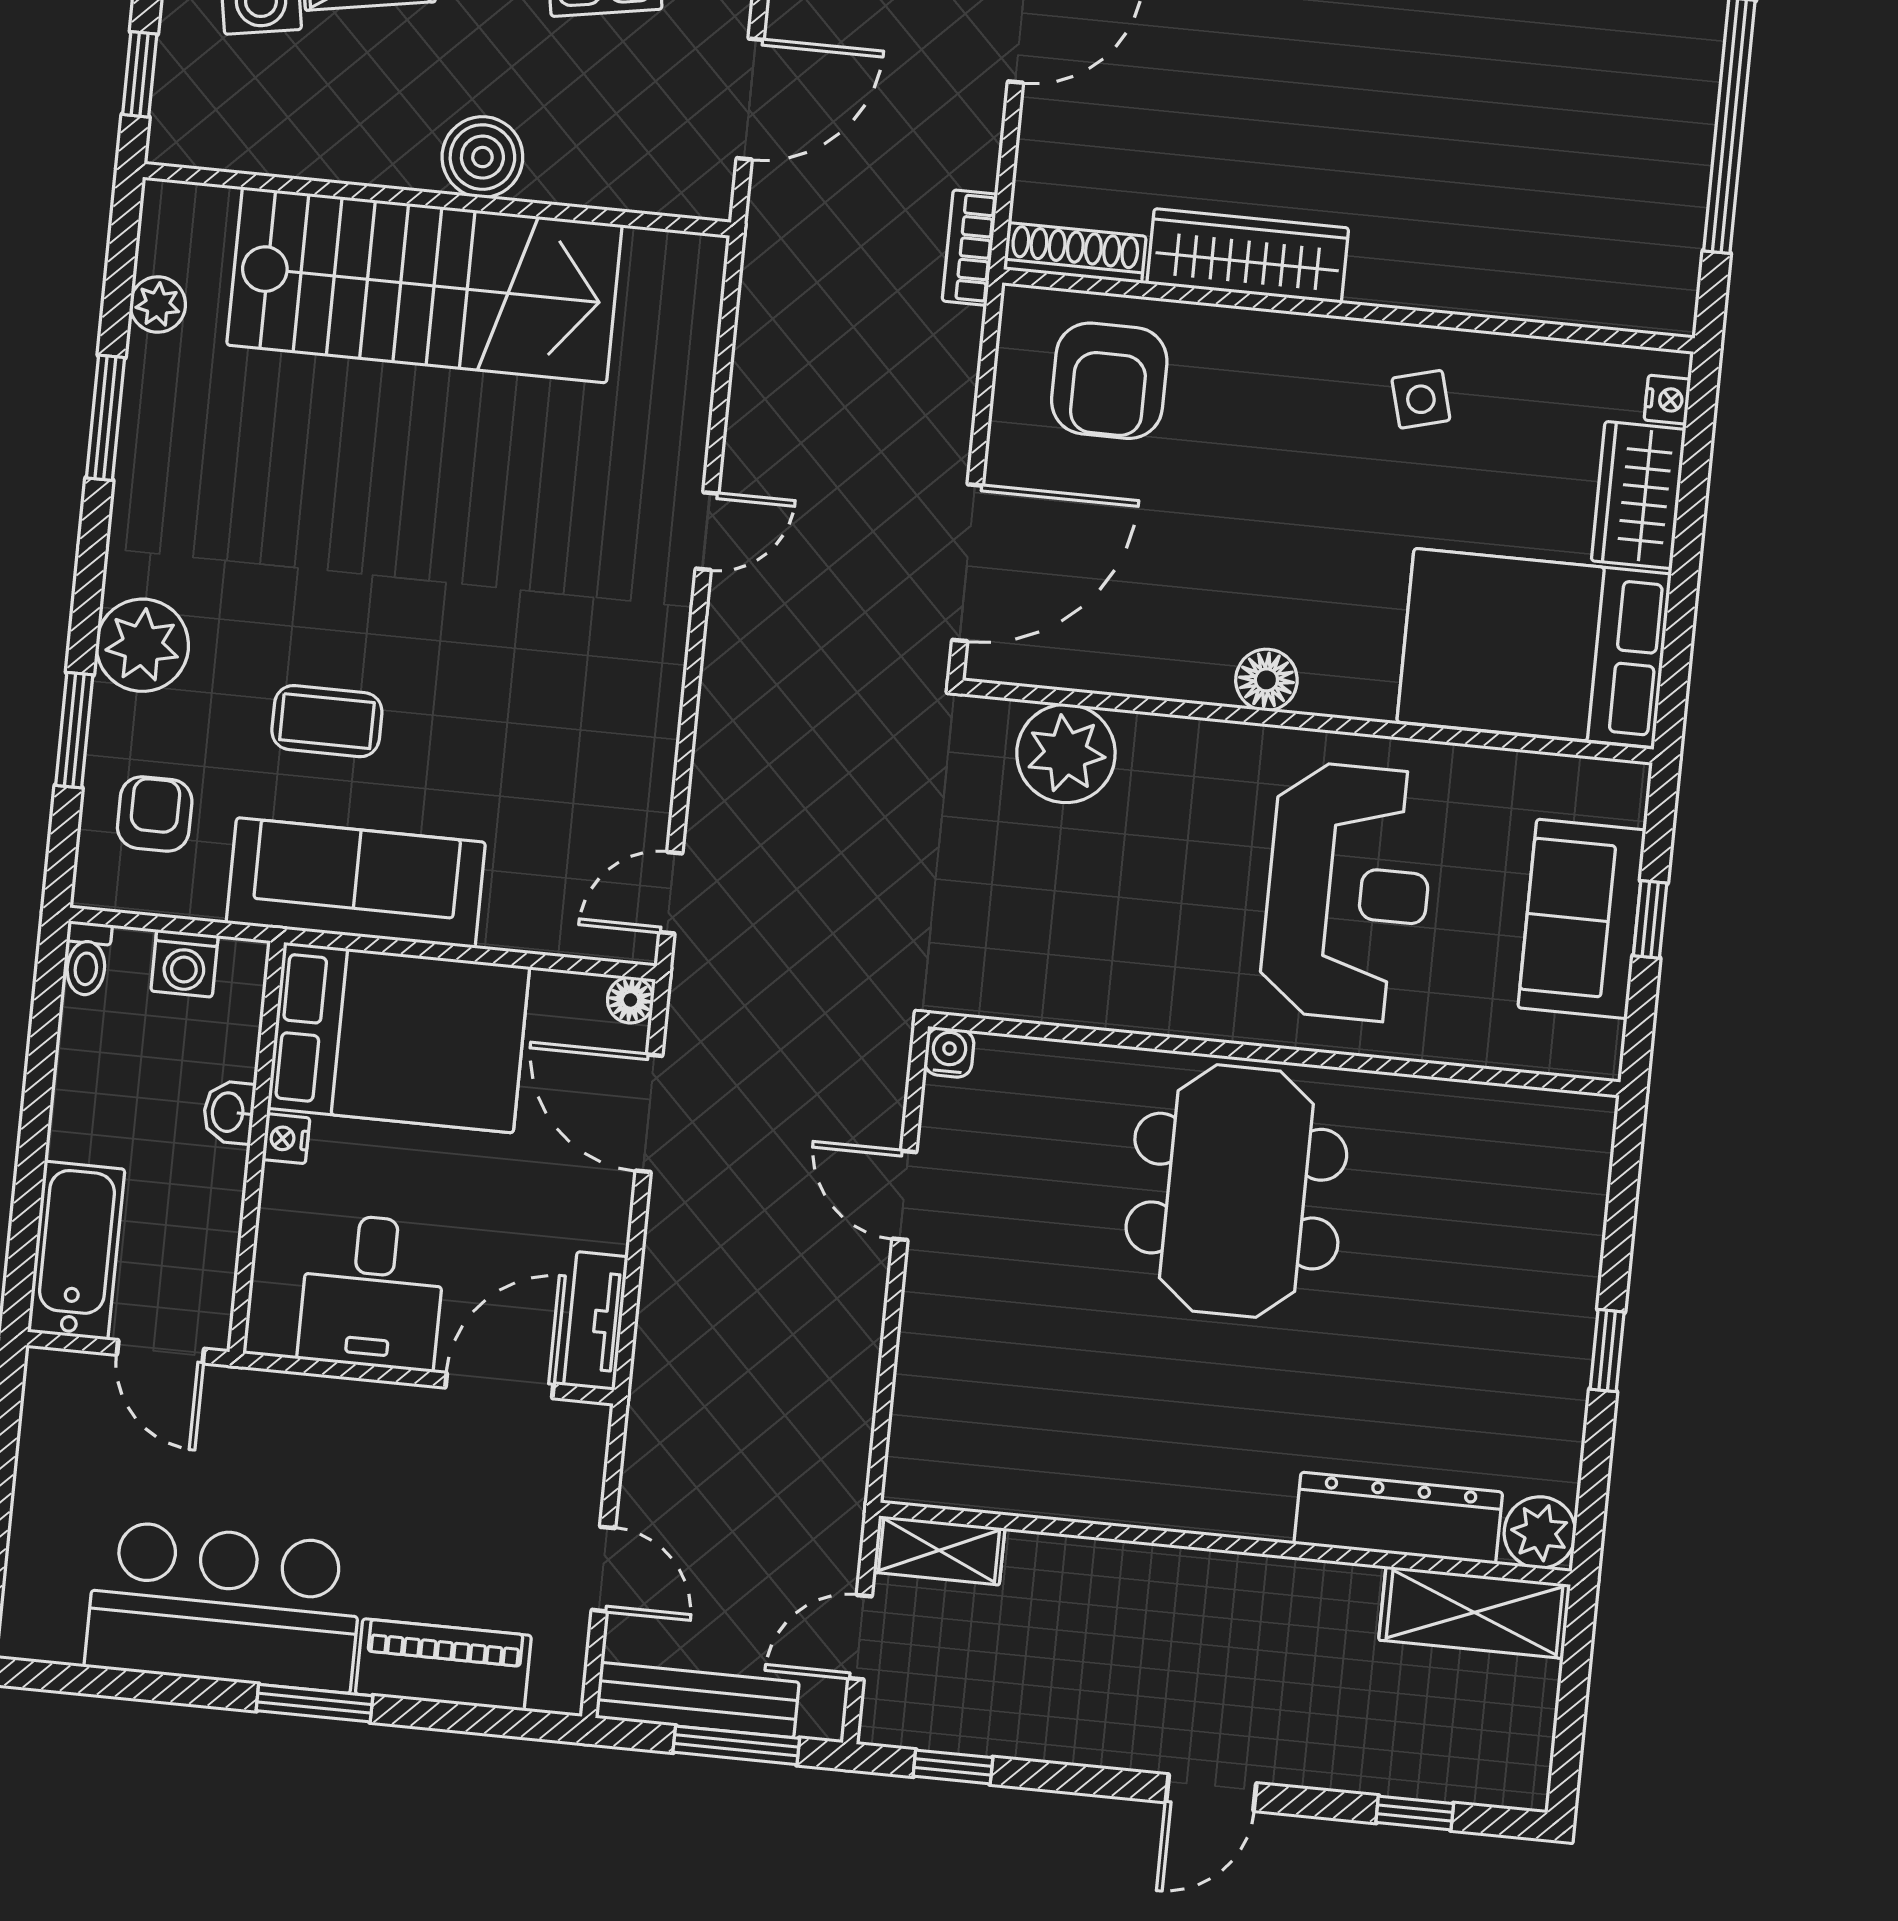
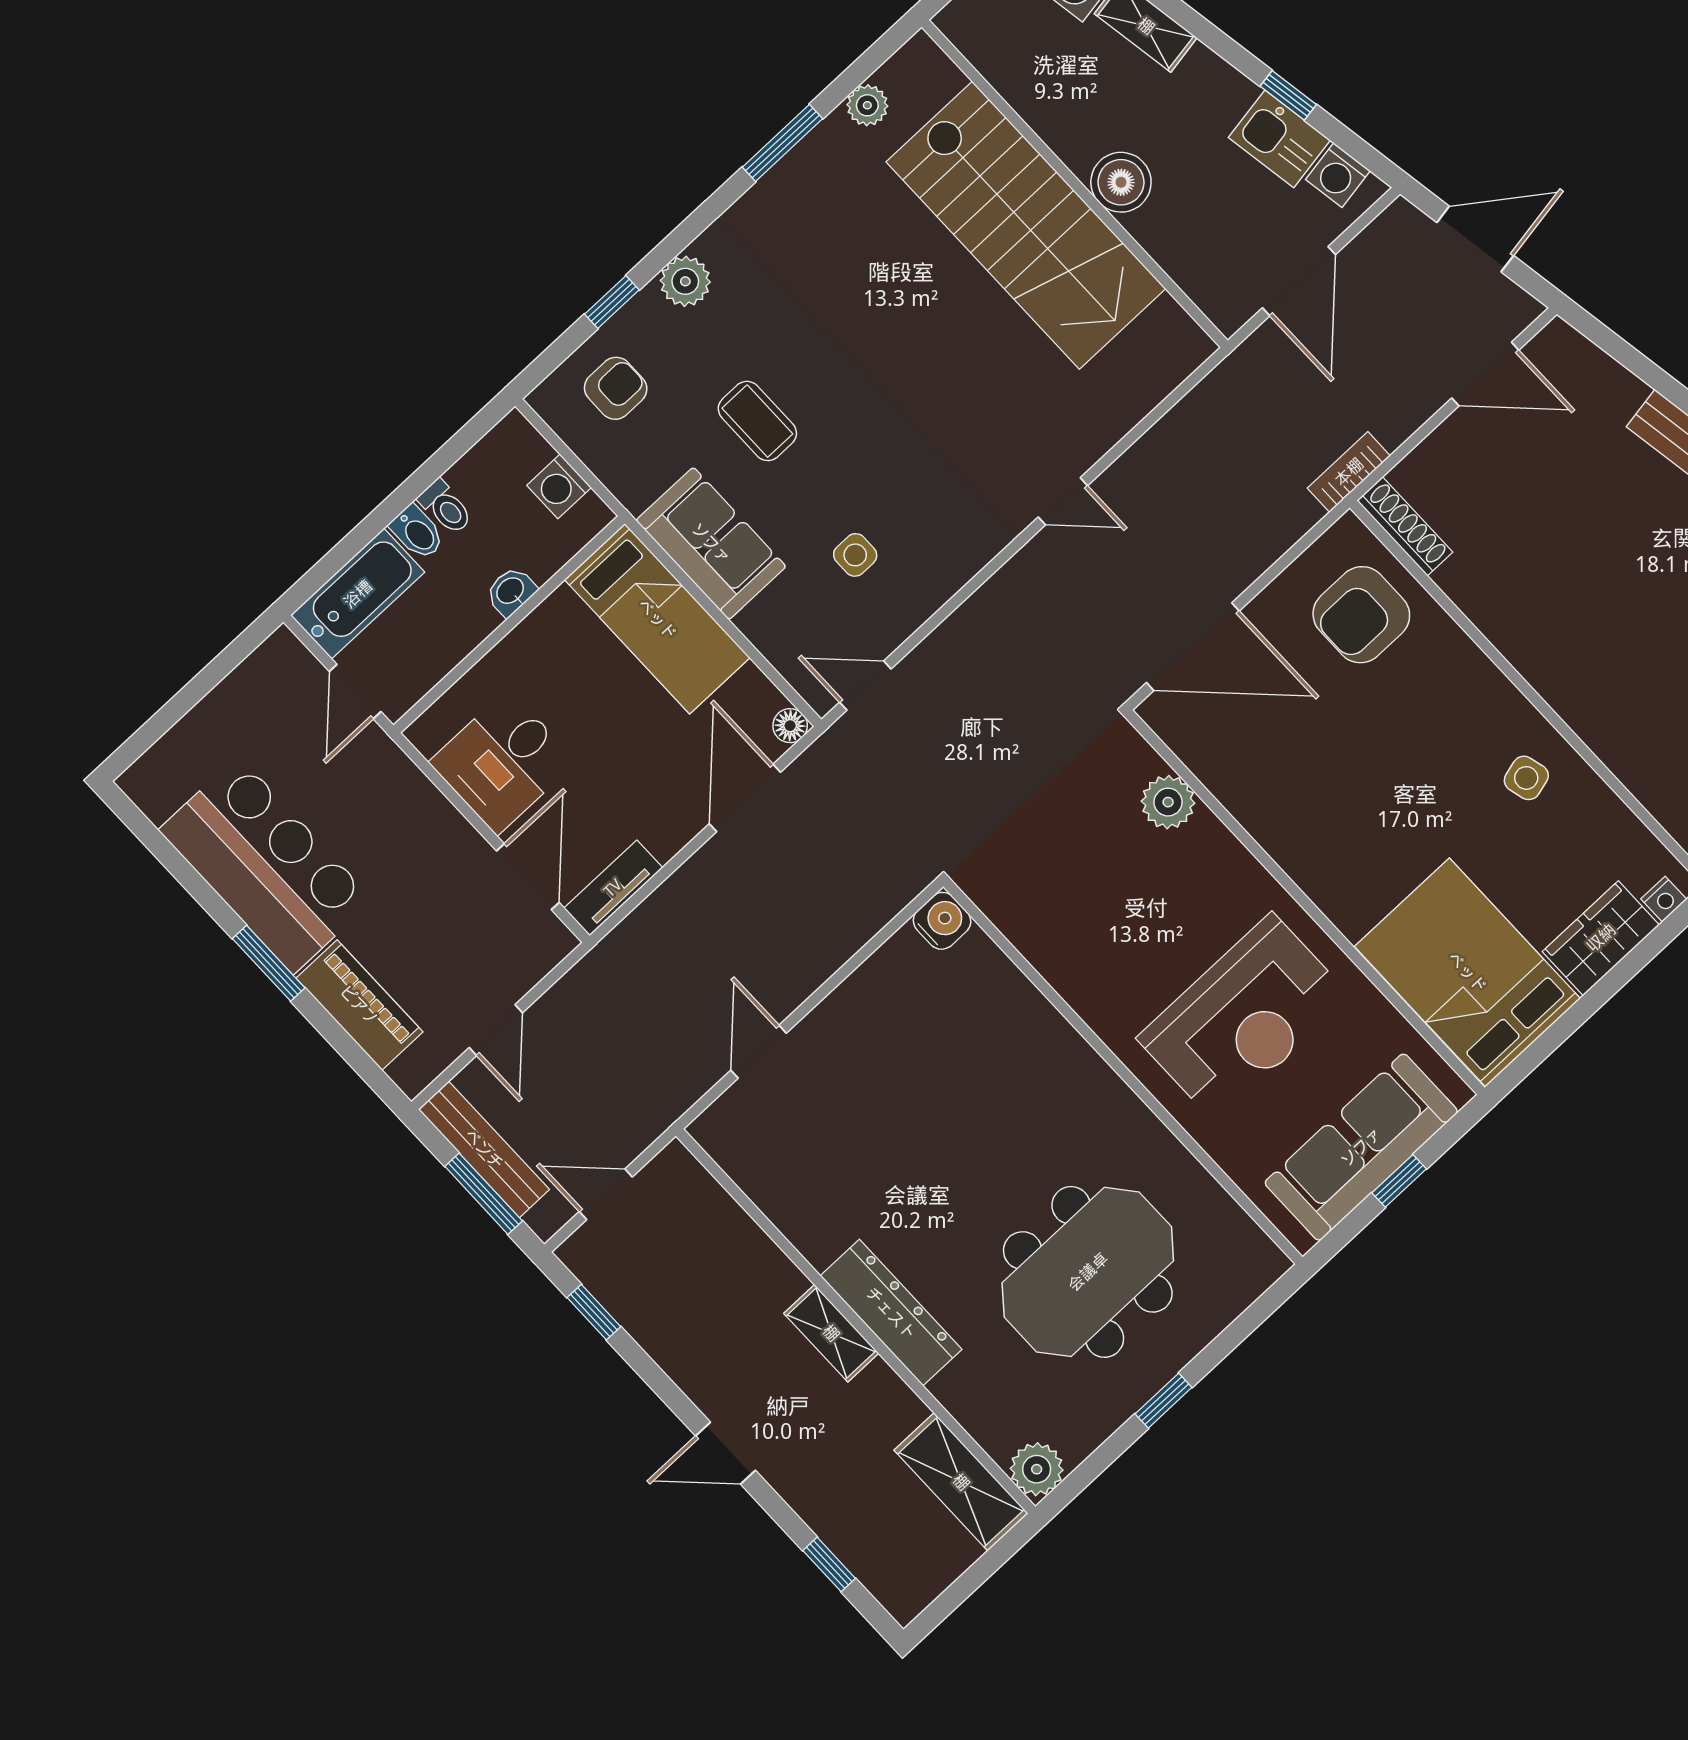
door: (750, 99) -> (1299, 281), hinge flipped
wardrobe: (1248, 256) -> (1500, 613), removed
plant: (142, 645) -> (685, 281), width x0.73, depth x0.73
floor lamp: (1266, 680) -> (1302, 859), removed
window: (74, 730) -> (612, 302), width x0.67
plant: (1066, 753) -> (1168, 802), width x0.73, depth x0.73
side table: (545, 770) -> (855, 555), added
sofa: (356, 883) -> (711, 543), width x0.73
sofa: (1582, 919) -> (1361, 1147), width x1.36
toilet: (87, 959) -> (446, 507), moved, turned -90
bed: (398, 1038) -> (657, 619), width x0.67
water cooler: (949, 1052) -> (942, 921), width x1.38, depth x1.38
bidet: (82, 1136) -> (417, 532), added
nightstand: (286, 1139) -> (530, 634), removed
meeting table: (1236, 1191) -> (1088, 1272), moved
door: (904, 1195) -> (759, 1052), moved
door: (500, 1386) -> (528, 877), hinge flipped
dresser: (1398, 1518) -> (891, 1313), moved
shelving: (939, 1550) -> (831, 1333), moved

